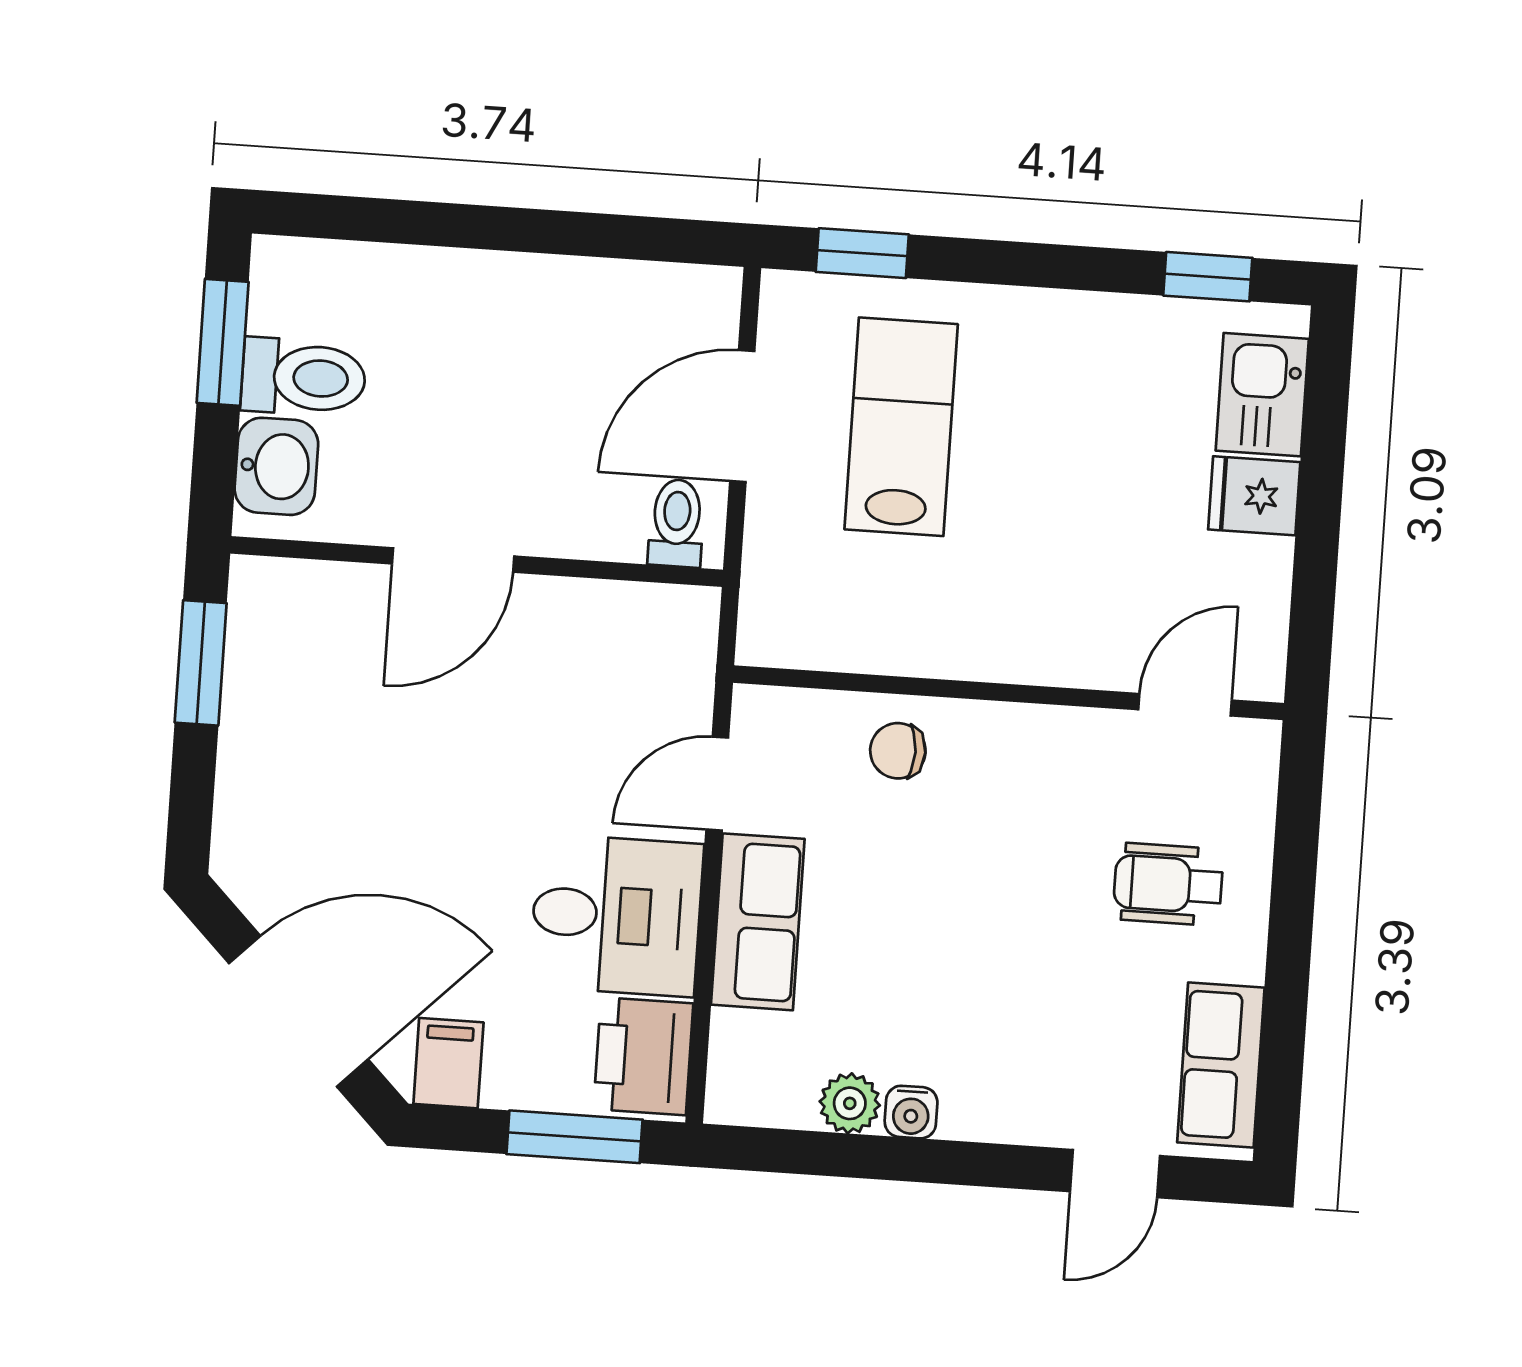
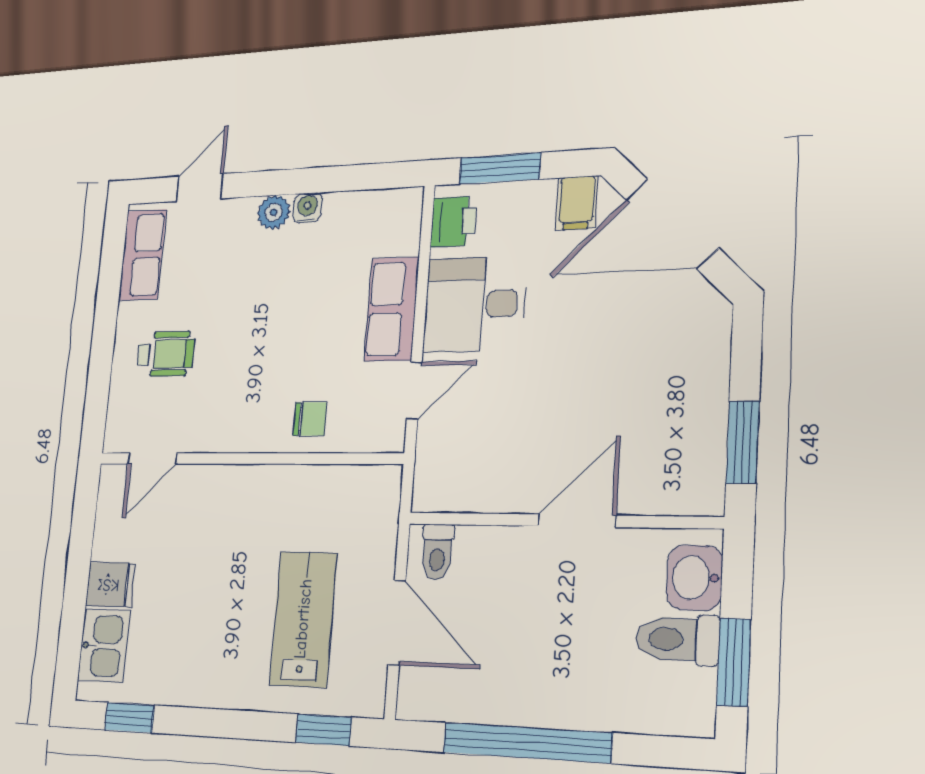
window: (533, 231) -> (527, 743), added
door: (742, 416) -> (397, 623), hinge flipped
lab bench: (901, 427) -> (303, 619), turned 180
printer: (643, 1056) -> (454, 222), width x0.73, depth x0.81
plant: (850, 1103) -> (274, 212), moved

